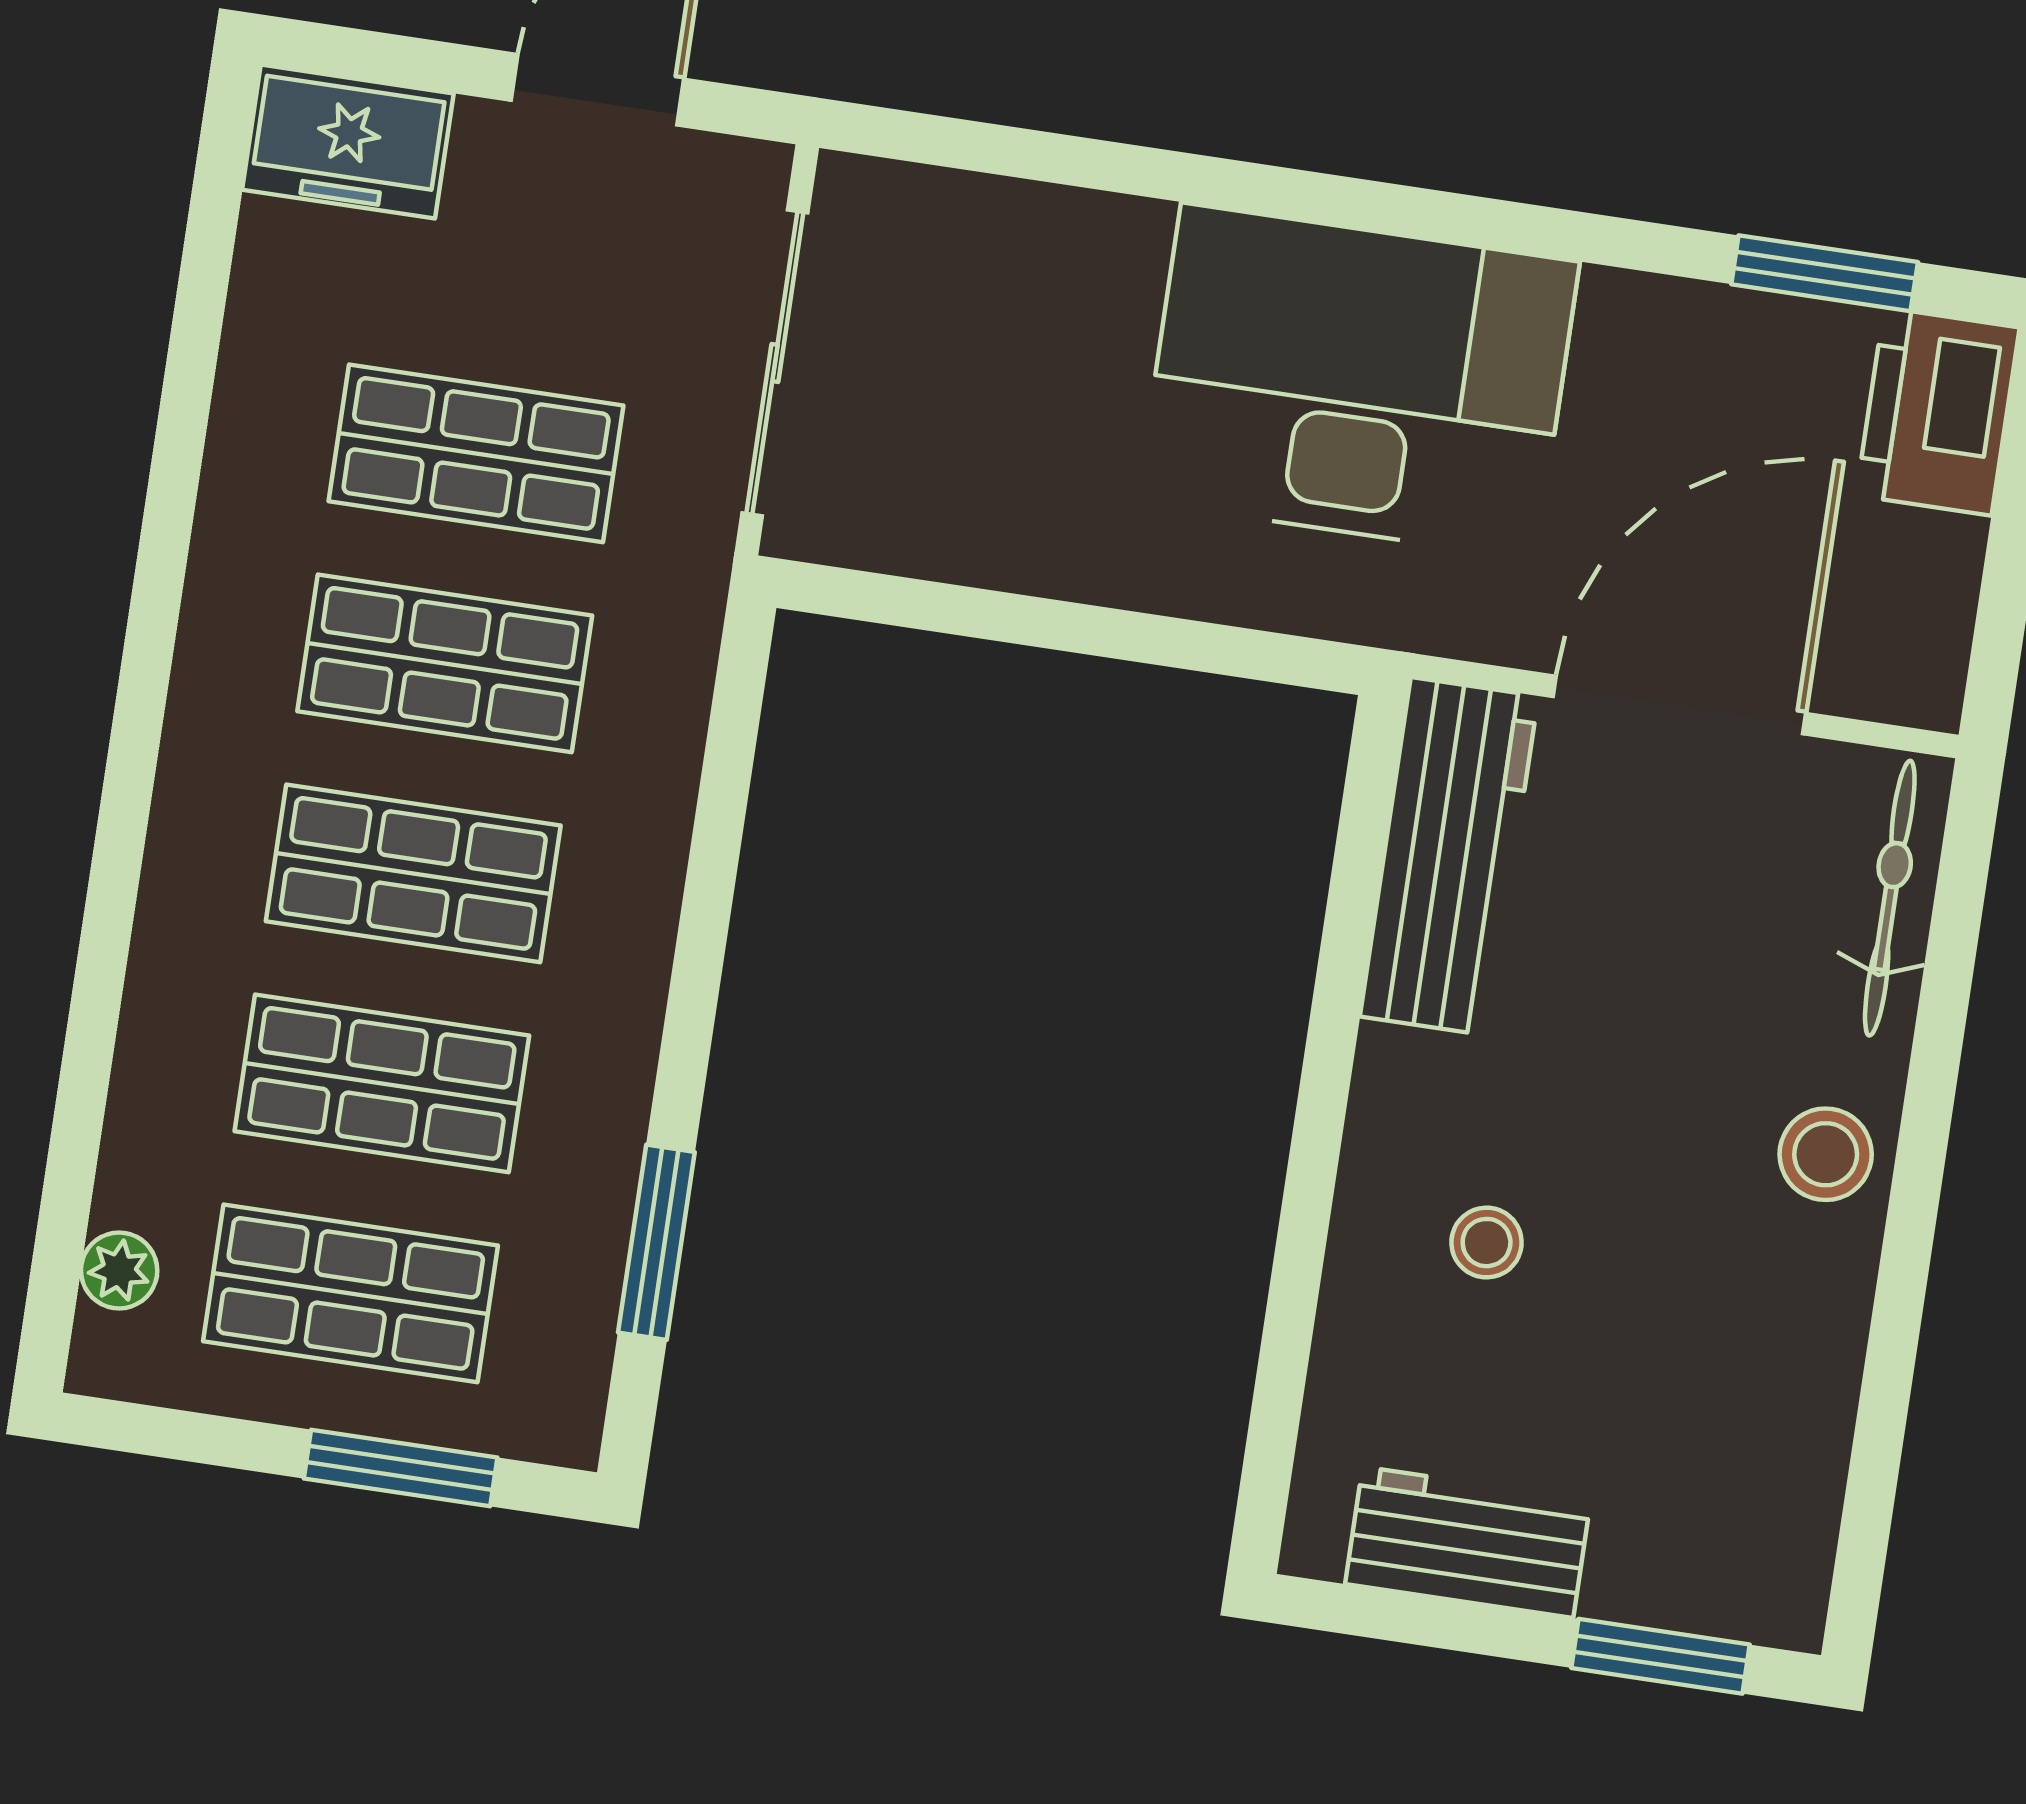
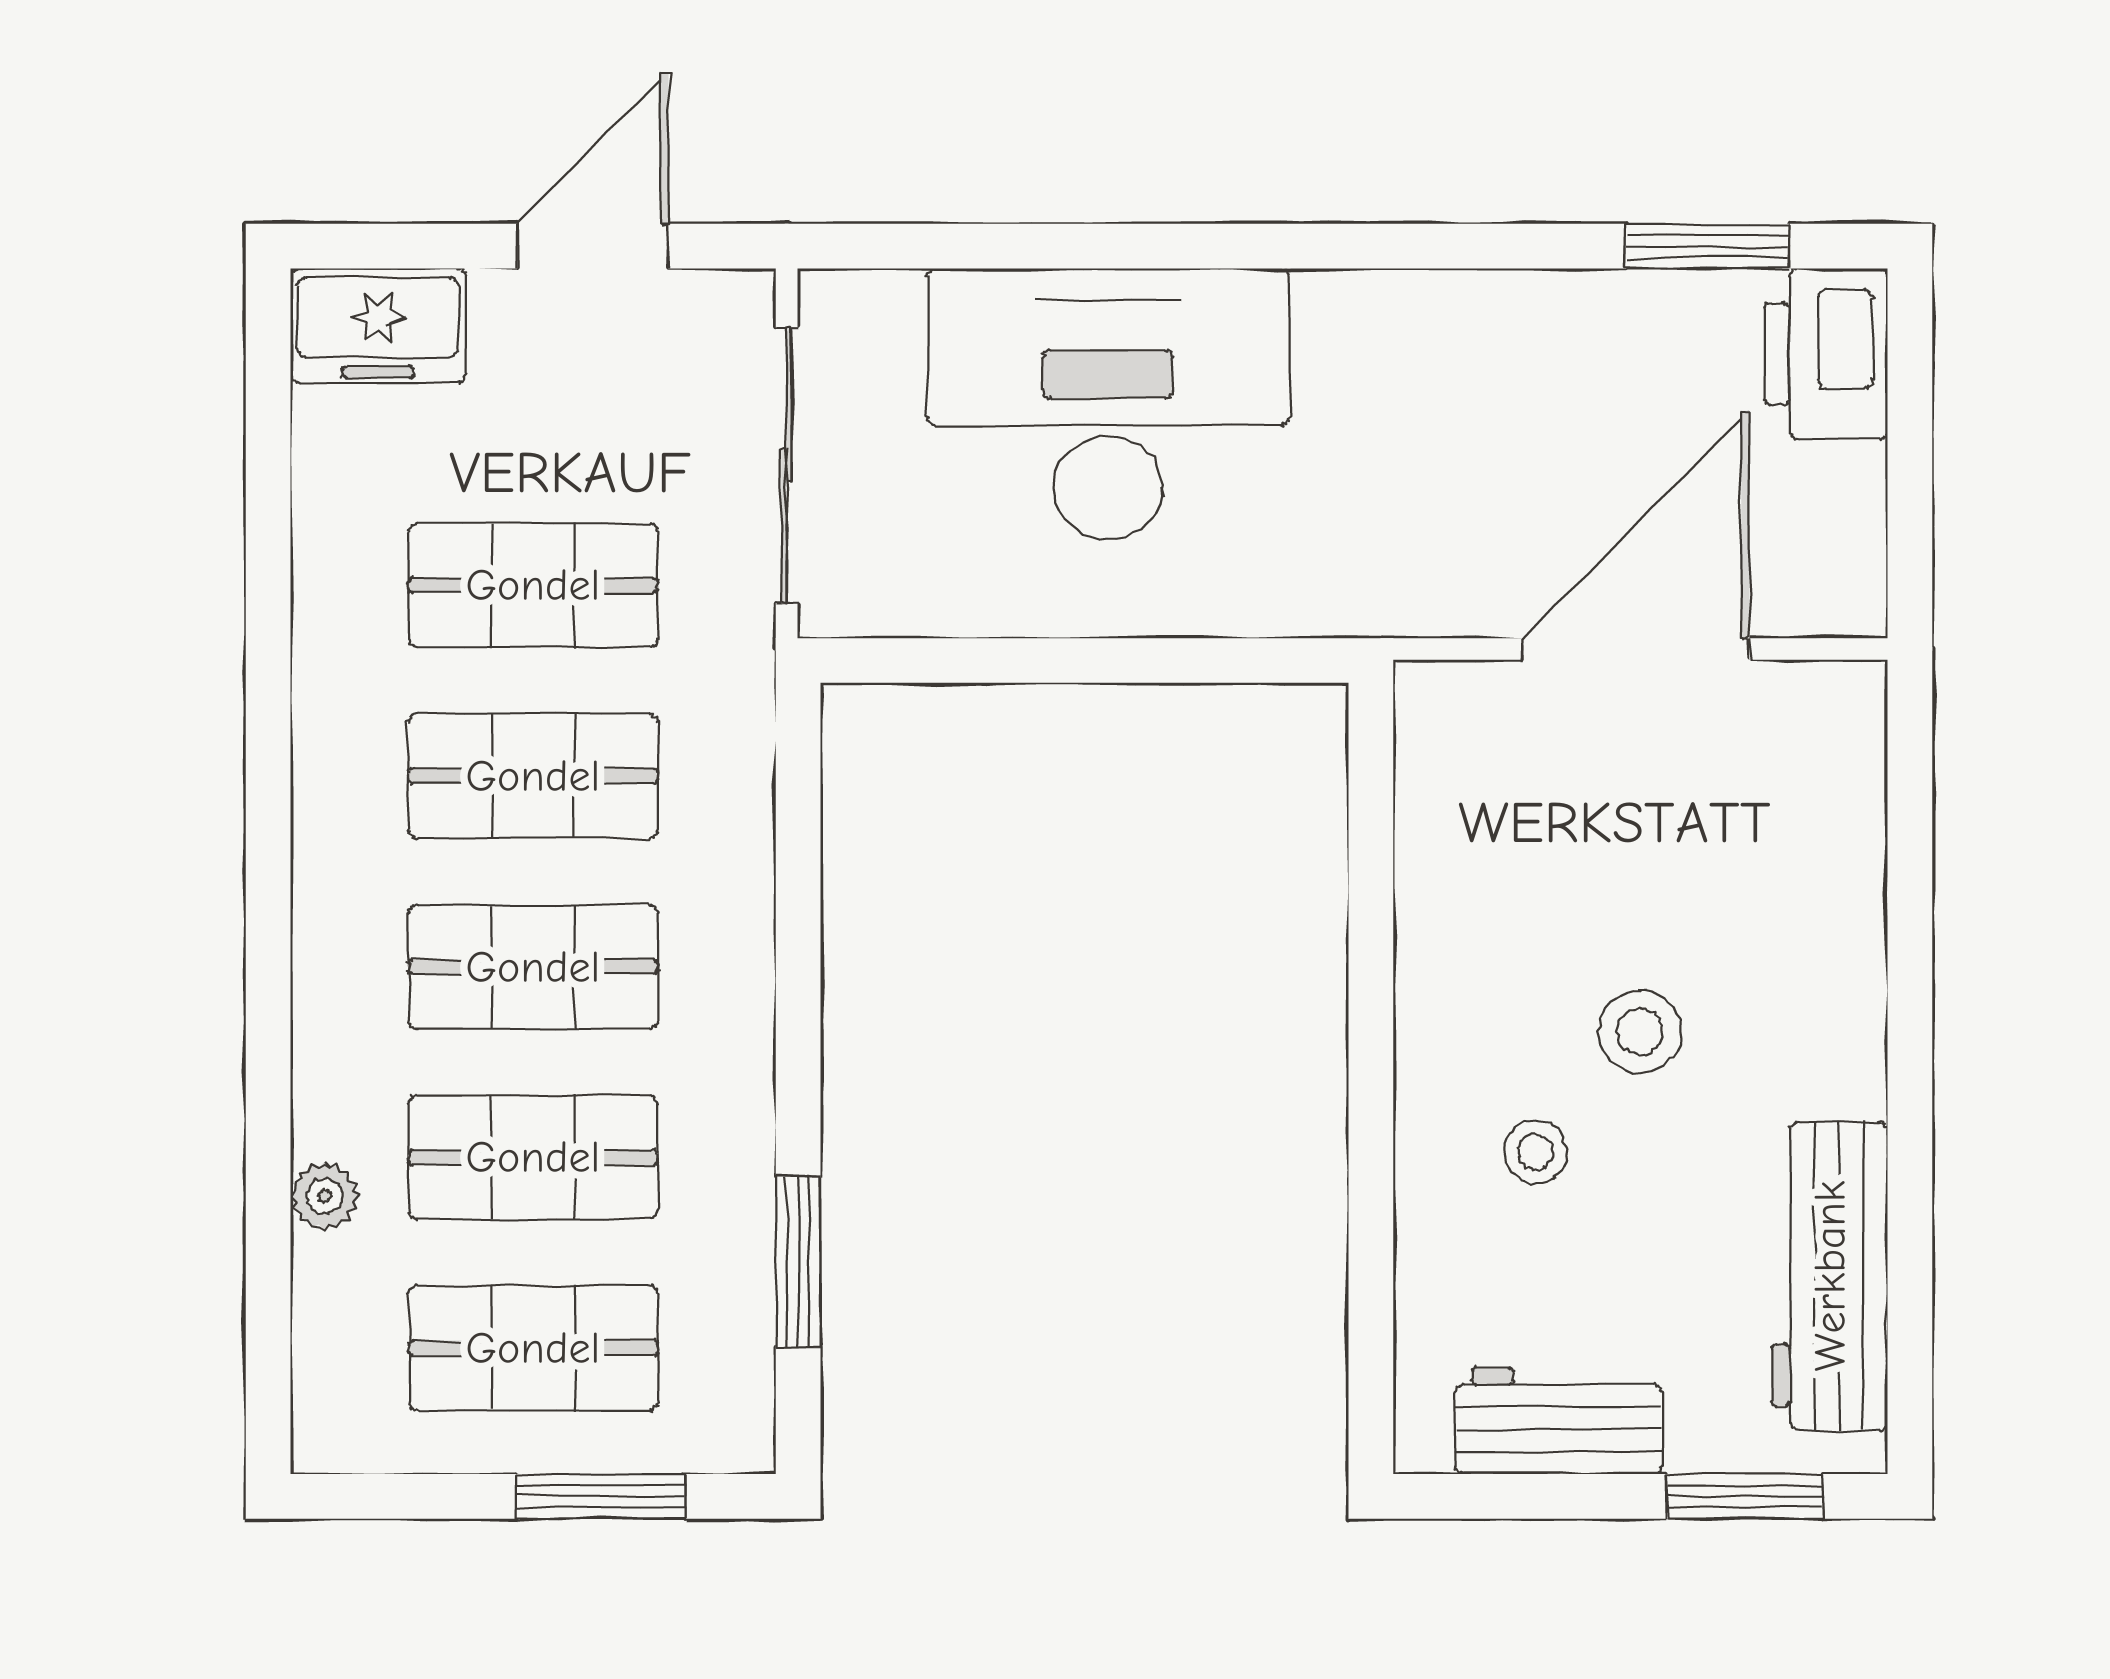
desk: (1358, 381) -> (1108, 404), moved
workbench: (1449, 856) -> (1830, 1276), moved, turned 180
bicycle: (1890, 898) -> (1848, 793), removed
stool: (1826, 1154) -> (1640, 1032), moved
plant: (119, 1270) -> (325, 1196), moved

